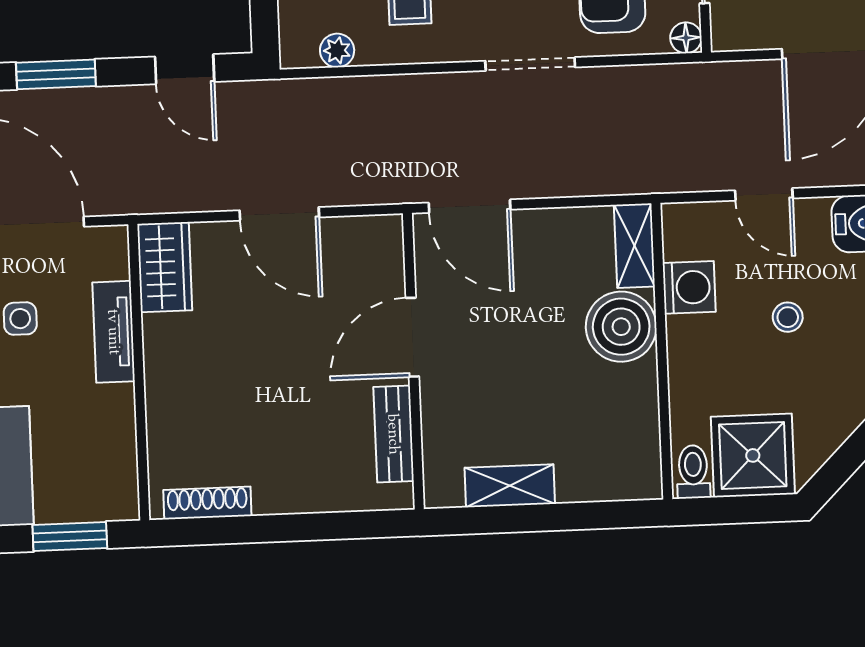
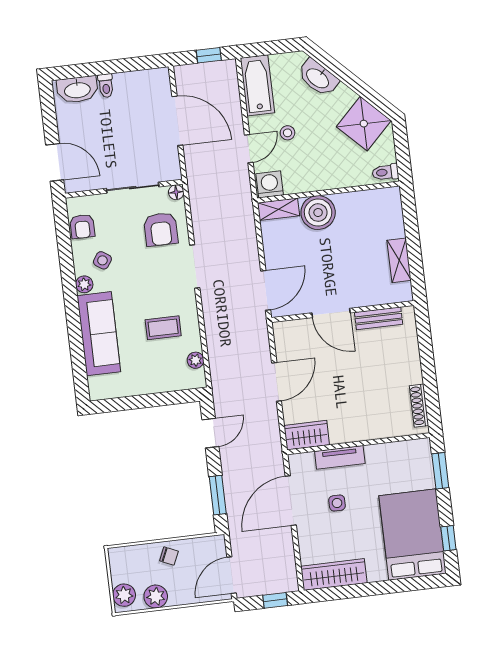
washing machine: (689, 287) -> (270, 184), moved
stool: (788, 317) -> (288, 133), moved
shower: (753, 455) -> (364, 124), moved, turned 45

